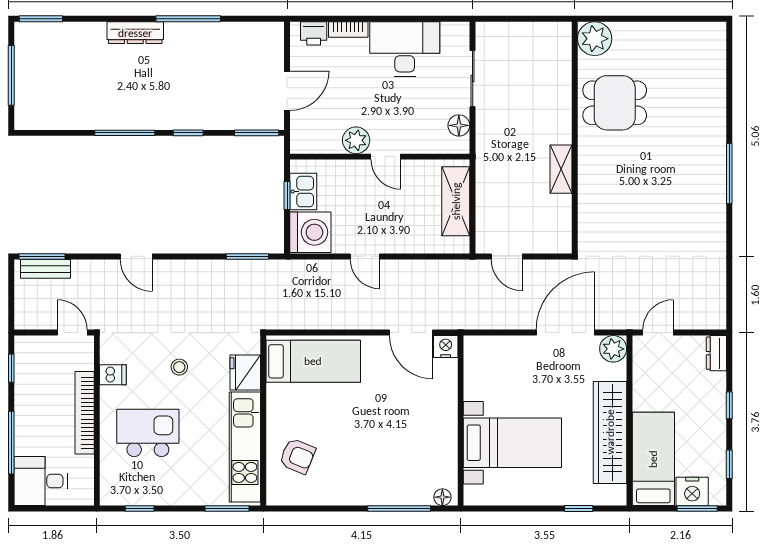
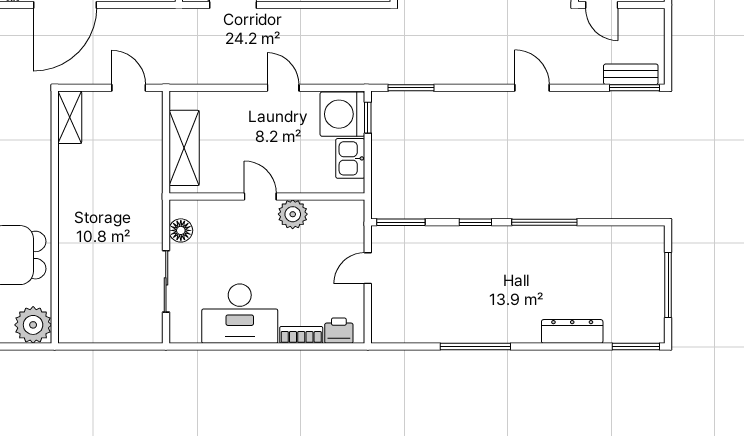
dresser: (135, 33) -> (572, 331), moved
door: (287, 91) -> (368, 268), width x0.73
shelving: (561, 169) -> (70, 117), moved
window: (287, 196) -> (368, 118), moved

